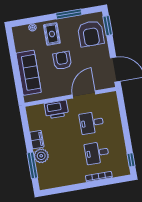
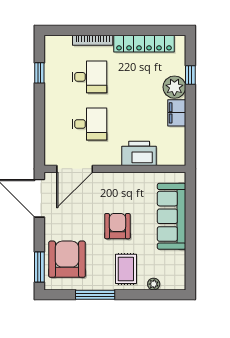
armchair: (62, 60) -> (117, 226), turned 180
door: (84, 94) -> (75, 169), moved
window: (131, 160) -> (39, 73), moved
window: (32, 165) -> (190, 75), width x0.46
locker: (66, 180) -> (144, 44), added

